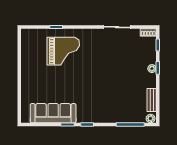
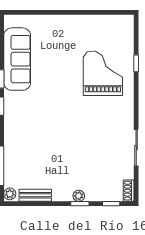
grand piano: (63, 51) -> (103, 73), turned 180

